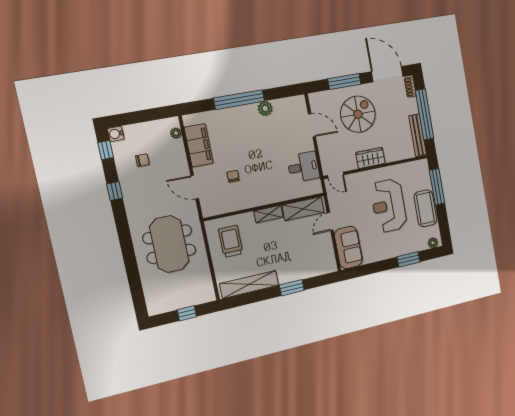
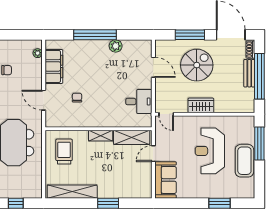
bench: (418, 135) -> (249, 73), moved, width x0.73
plant: (433, 243) -> (246, 194), removed

